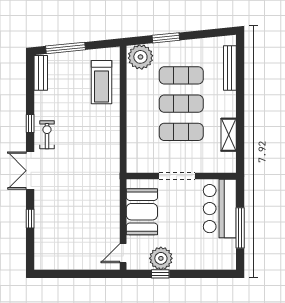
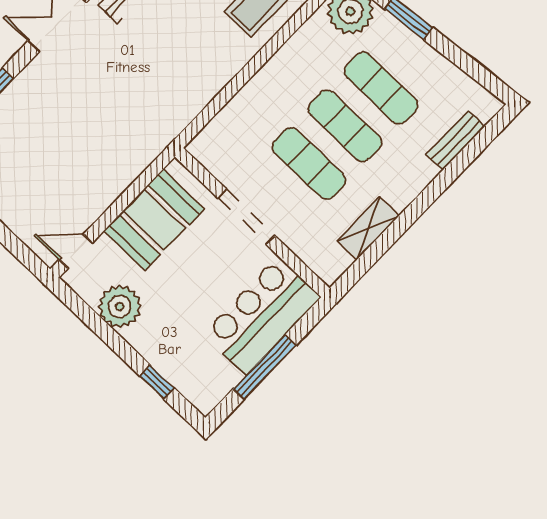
bench: (230, 68) -> (455, 140), width x0.73
window: (160, 274) -> (157, 382), moved

